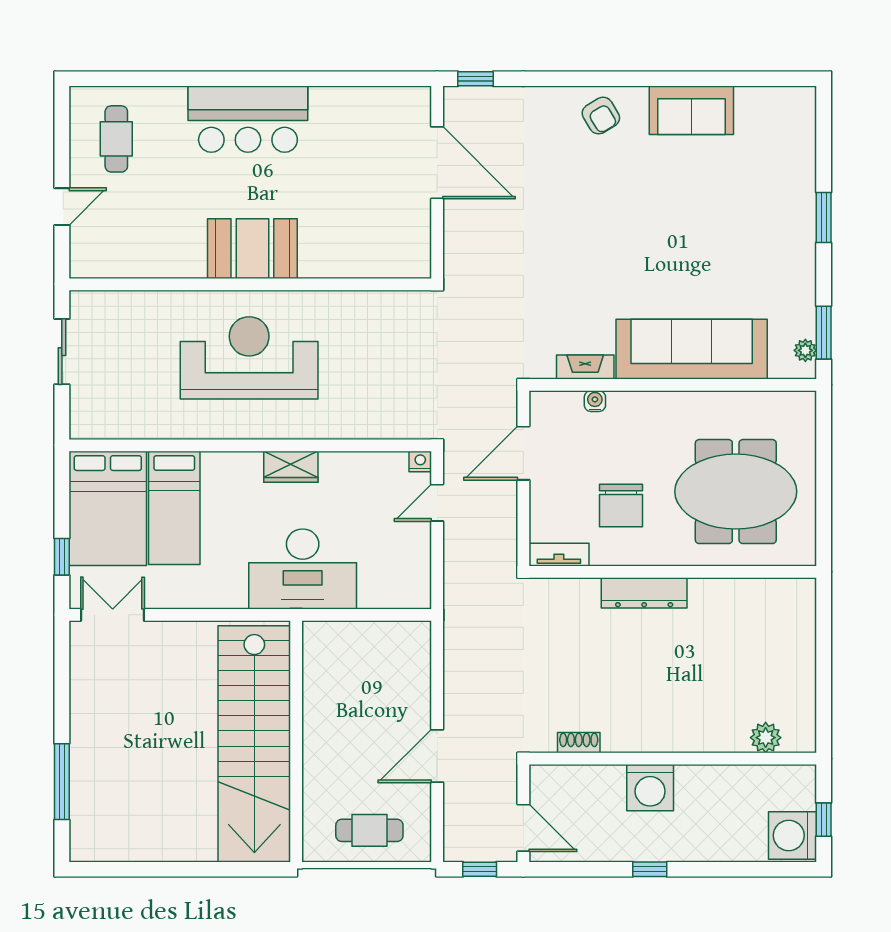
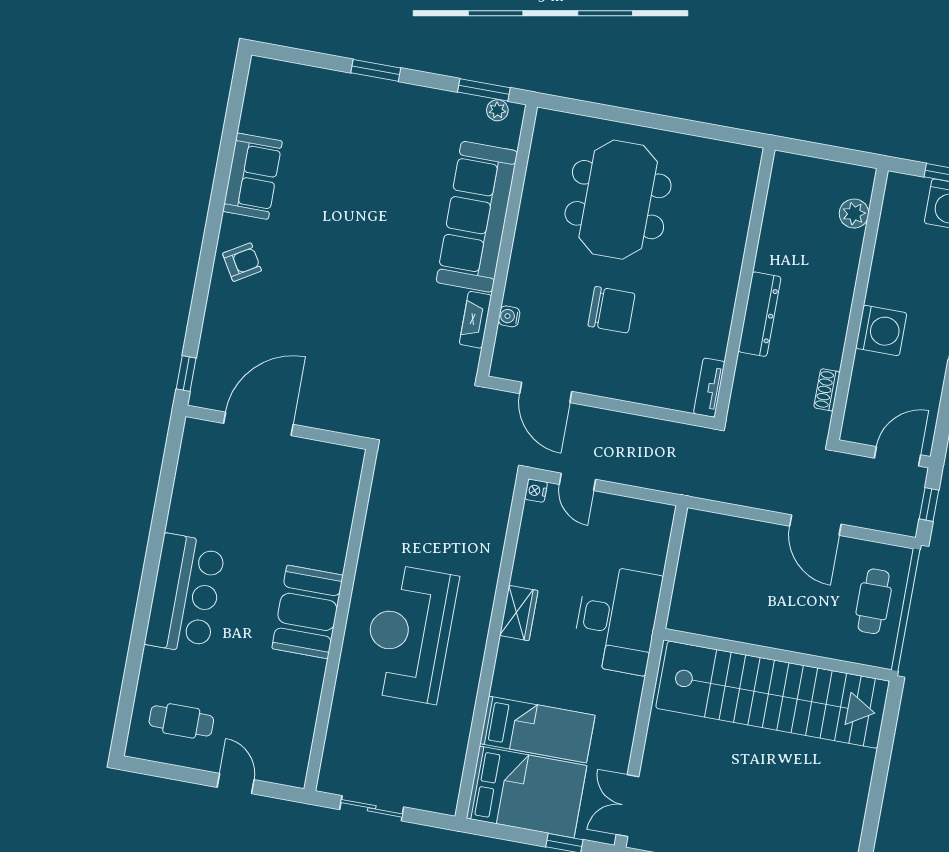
tv unit: (559, 555) -> (709, 388), moved
wall: (673, 572) -> (745, 284), moved
dresser: (644, 593) -> (759, 314), moved

